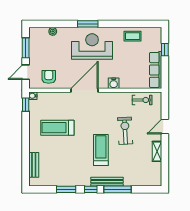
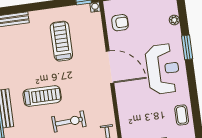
window: (88, 24) -> (187, 47), moved
water cooler: (114, 83) -> (123, 100), removed

